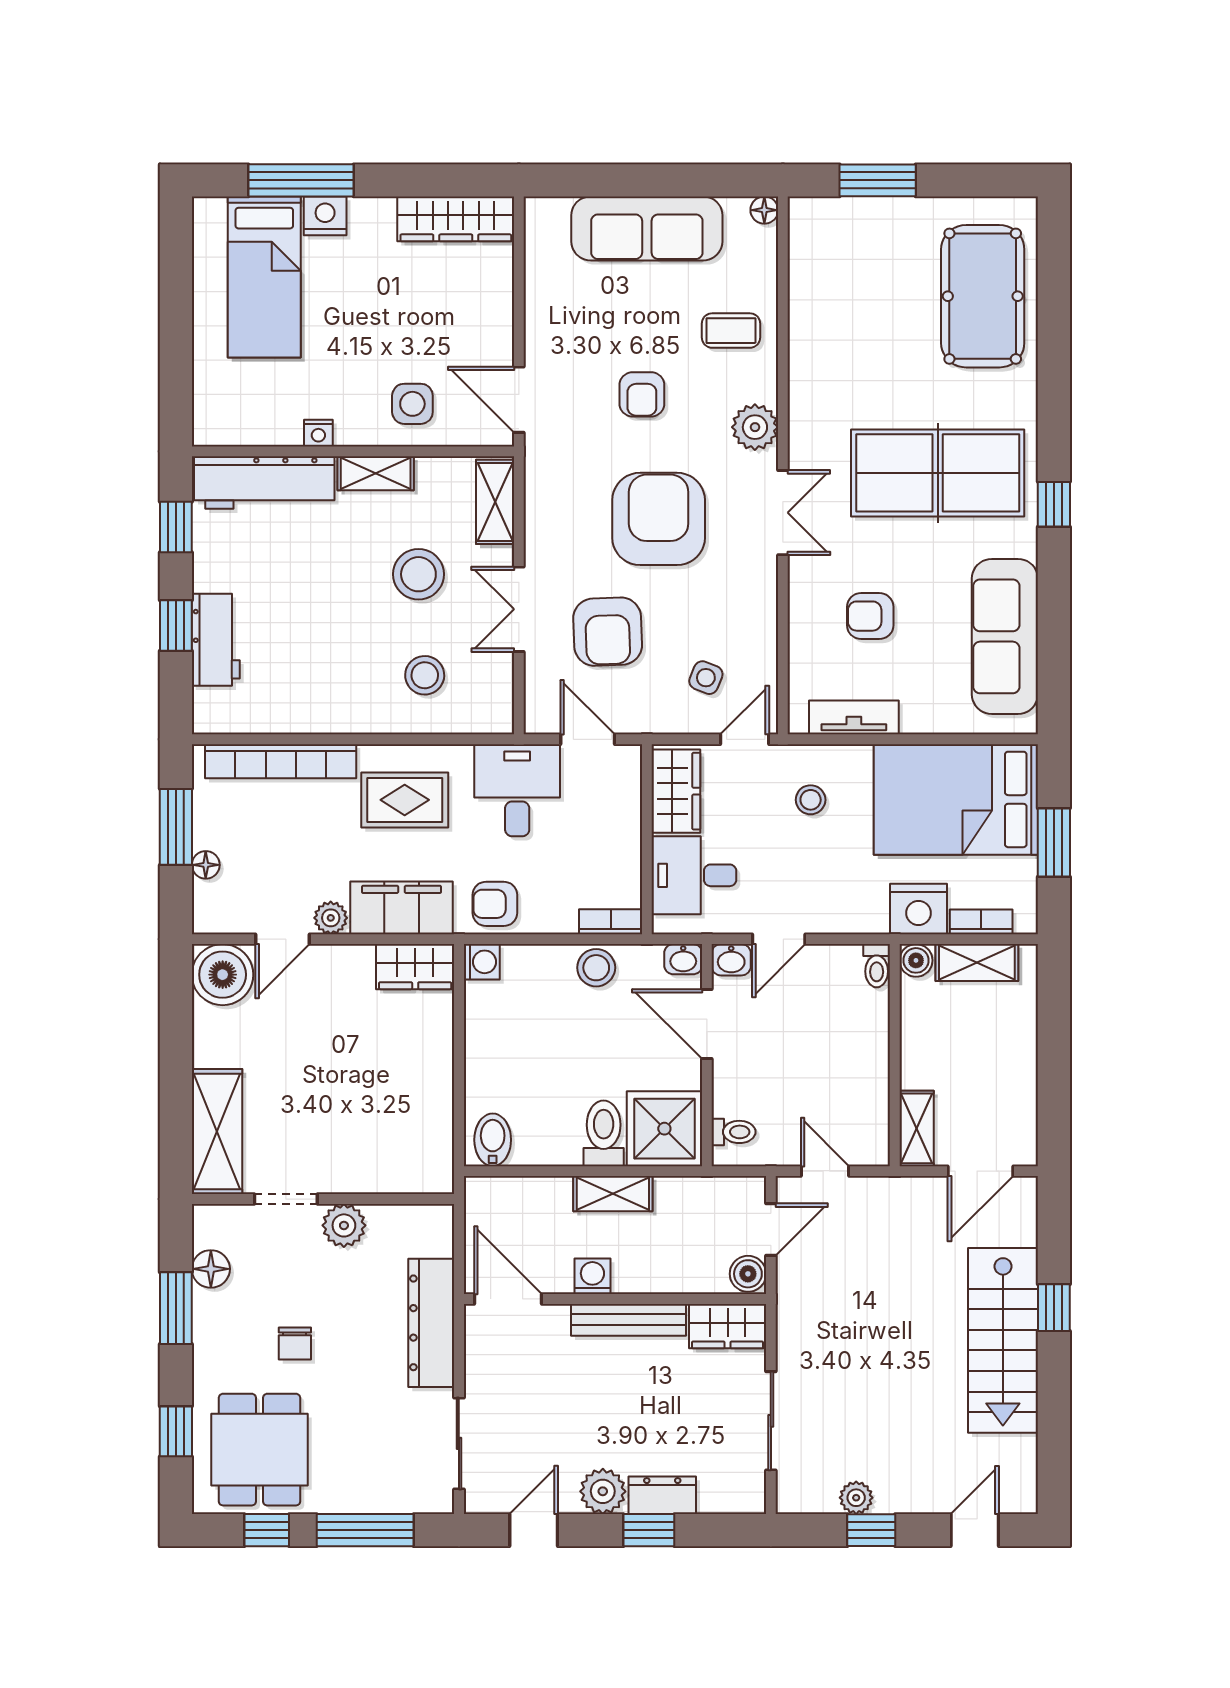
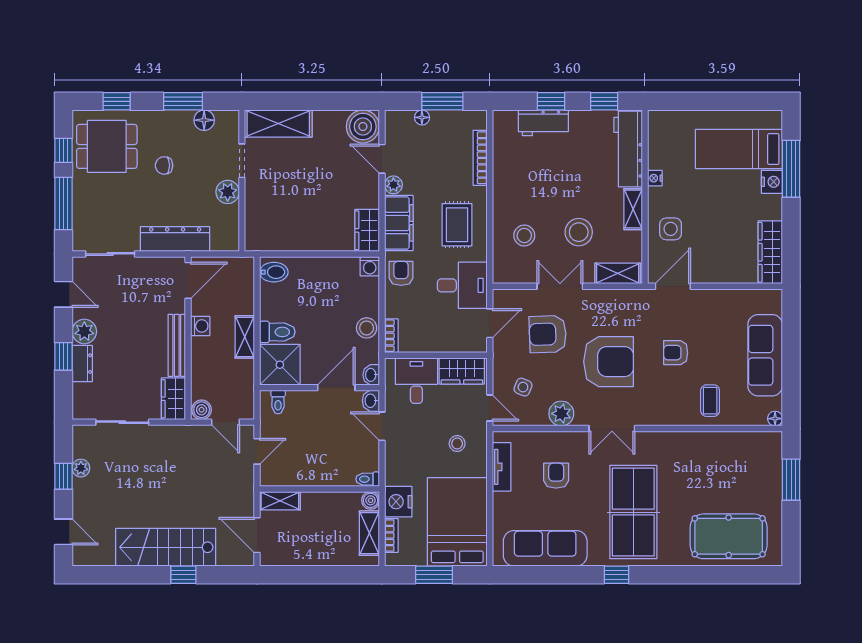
plant: (755, 427) -> (561, 414), moved
bookcase: (281, 761) -> (480, 158), width x0.68, depth x0.76

